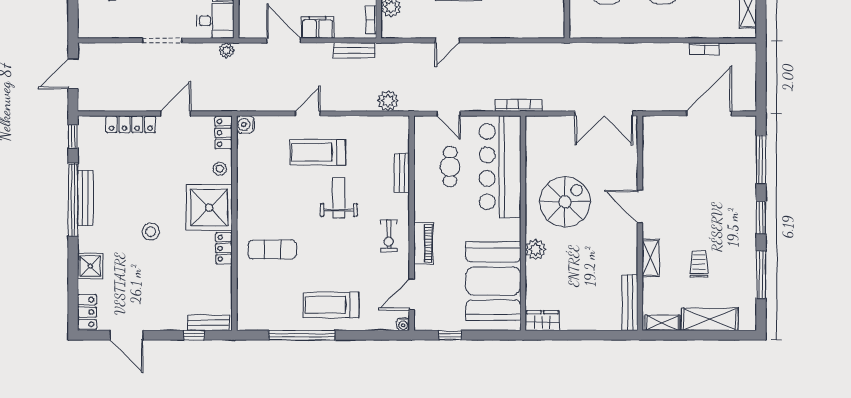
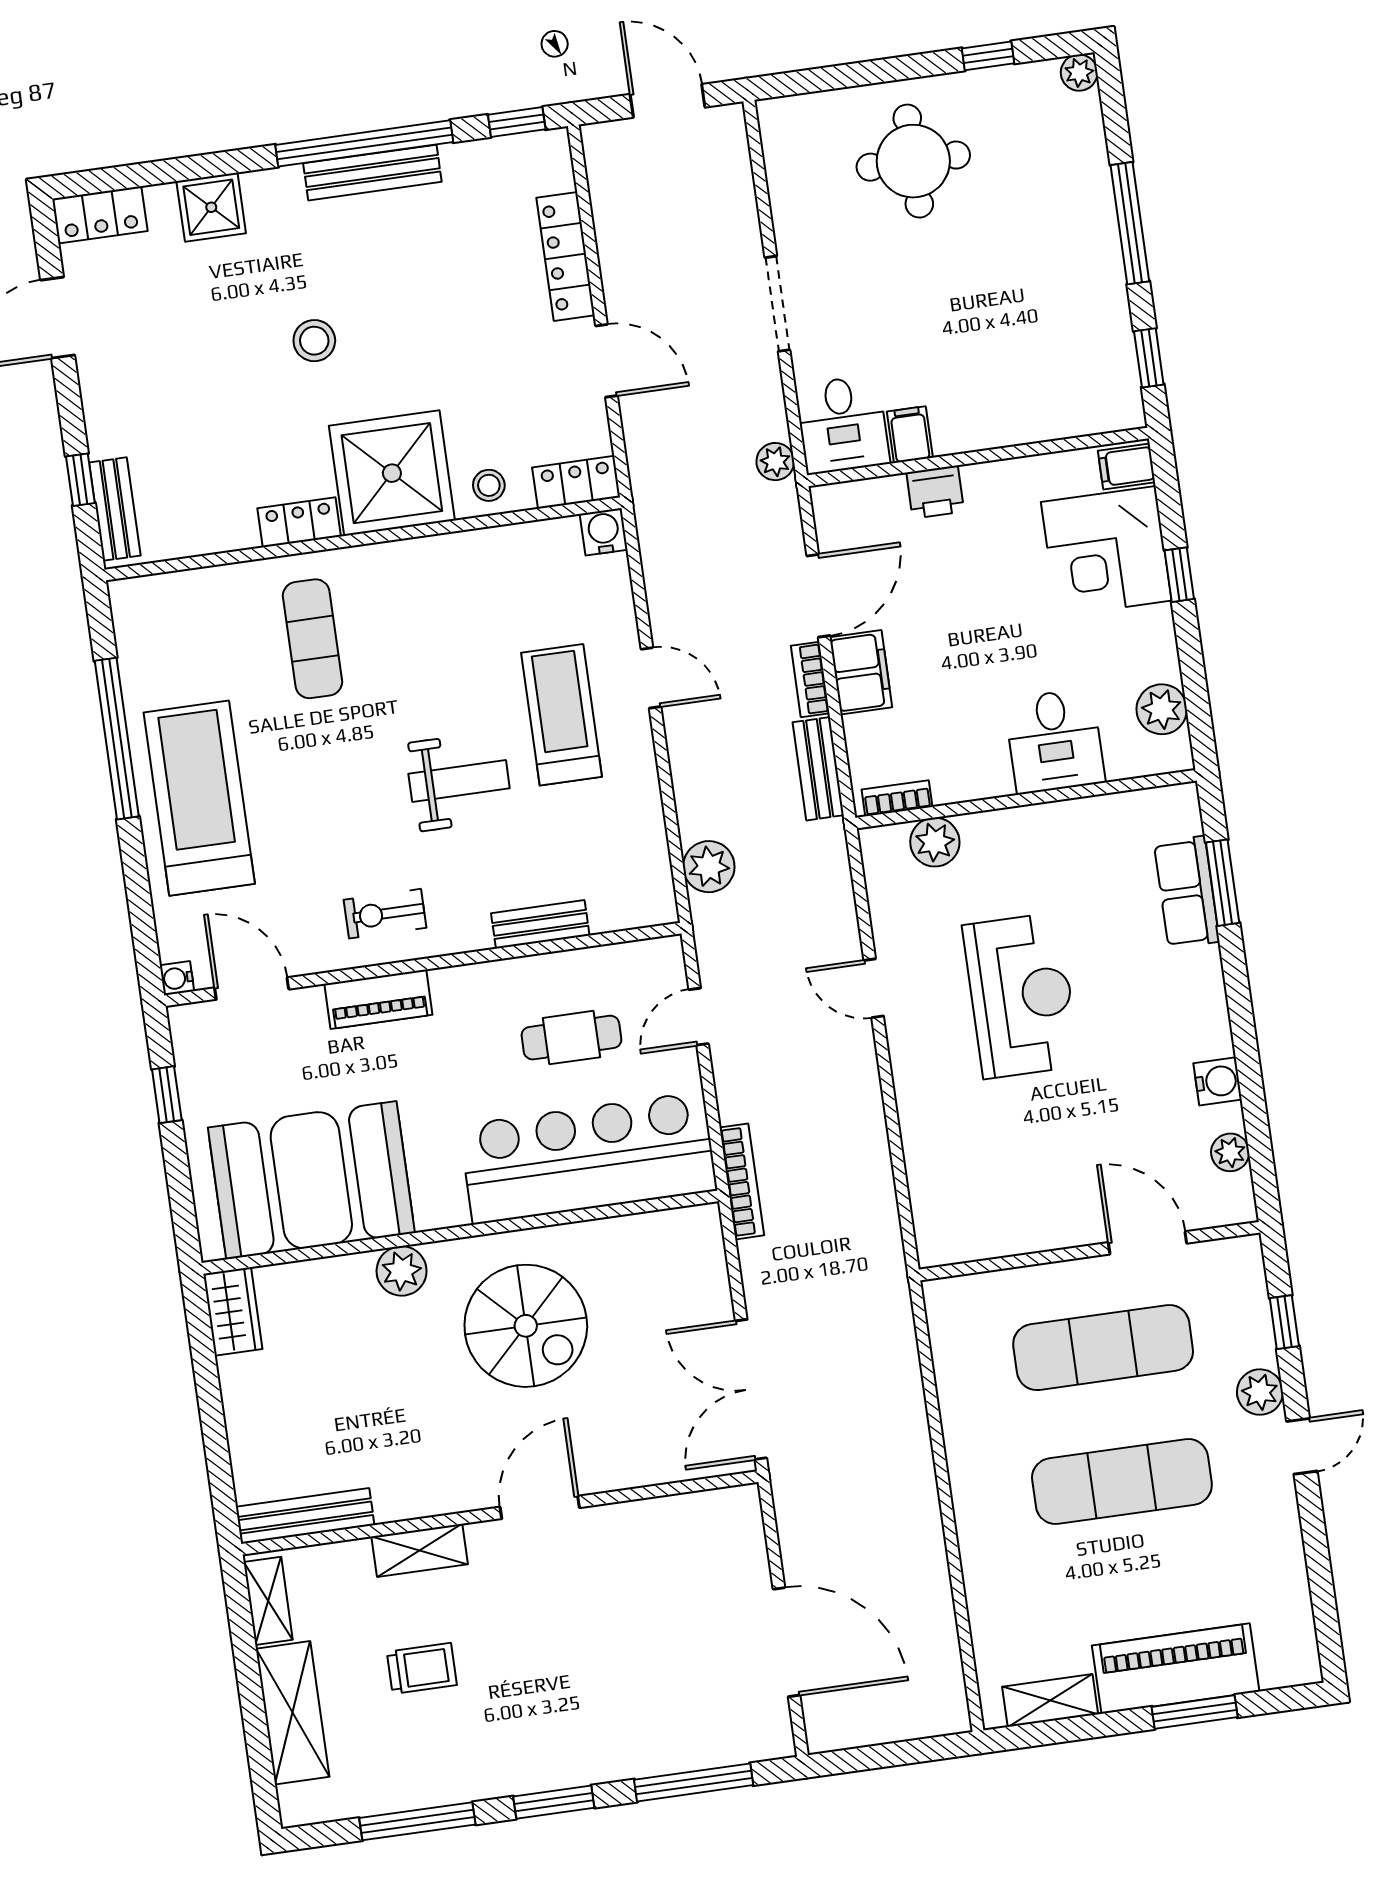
bookcase: (704, 49) -> (810, 680), moved
treadmill: (331, 305) -> (199, 798), width x1.37, depth x1.38

